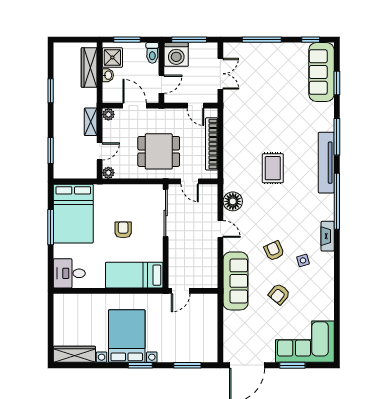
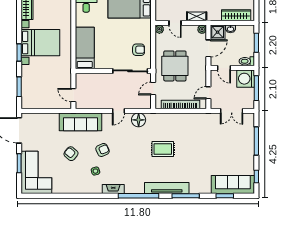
shower: (112, 57) -> (218, 32), moved
armchair: (123, 230) -> (139, 50), moved
door: (181, 291) -> (73, 95), moved

